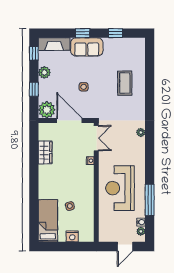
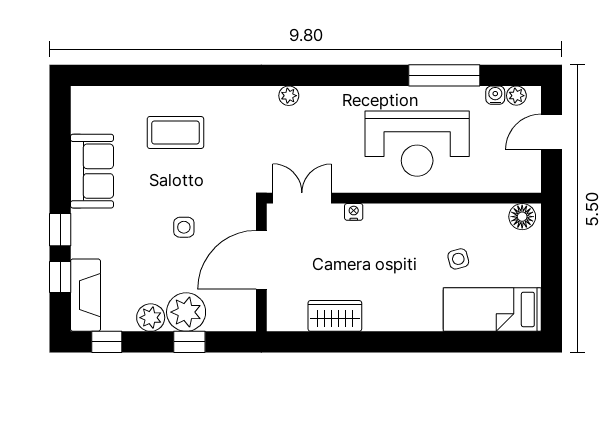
window: (116, 33) -> (60, 277), moved
sofa: (87, 47) -> (92, 171), moved
plant: (47, 110) -> (186, 312), moved
floor lamp: (88, 234) -> (522, 217), added
nightstand: (72, 236) -> (528, 253), removed
door: (125, 247) -> (551, 132), swing flipped

